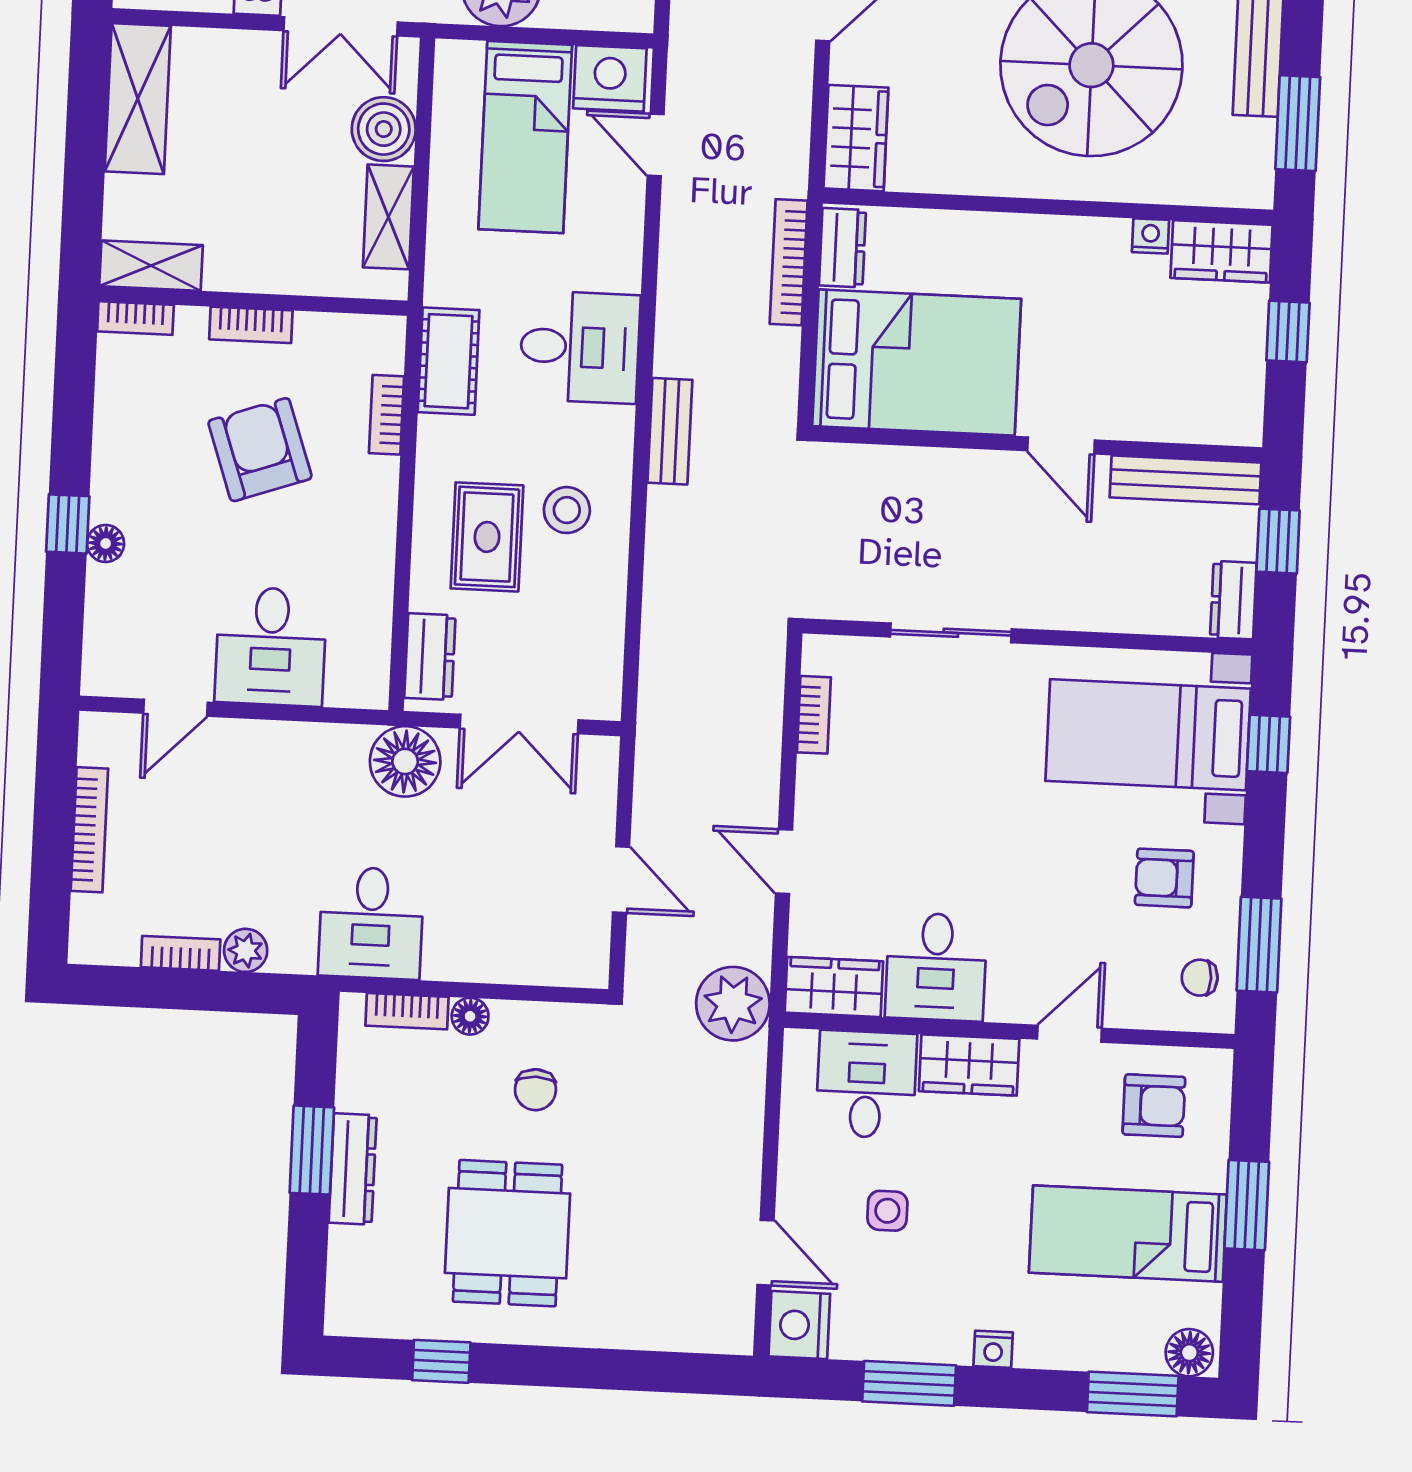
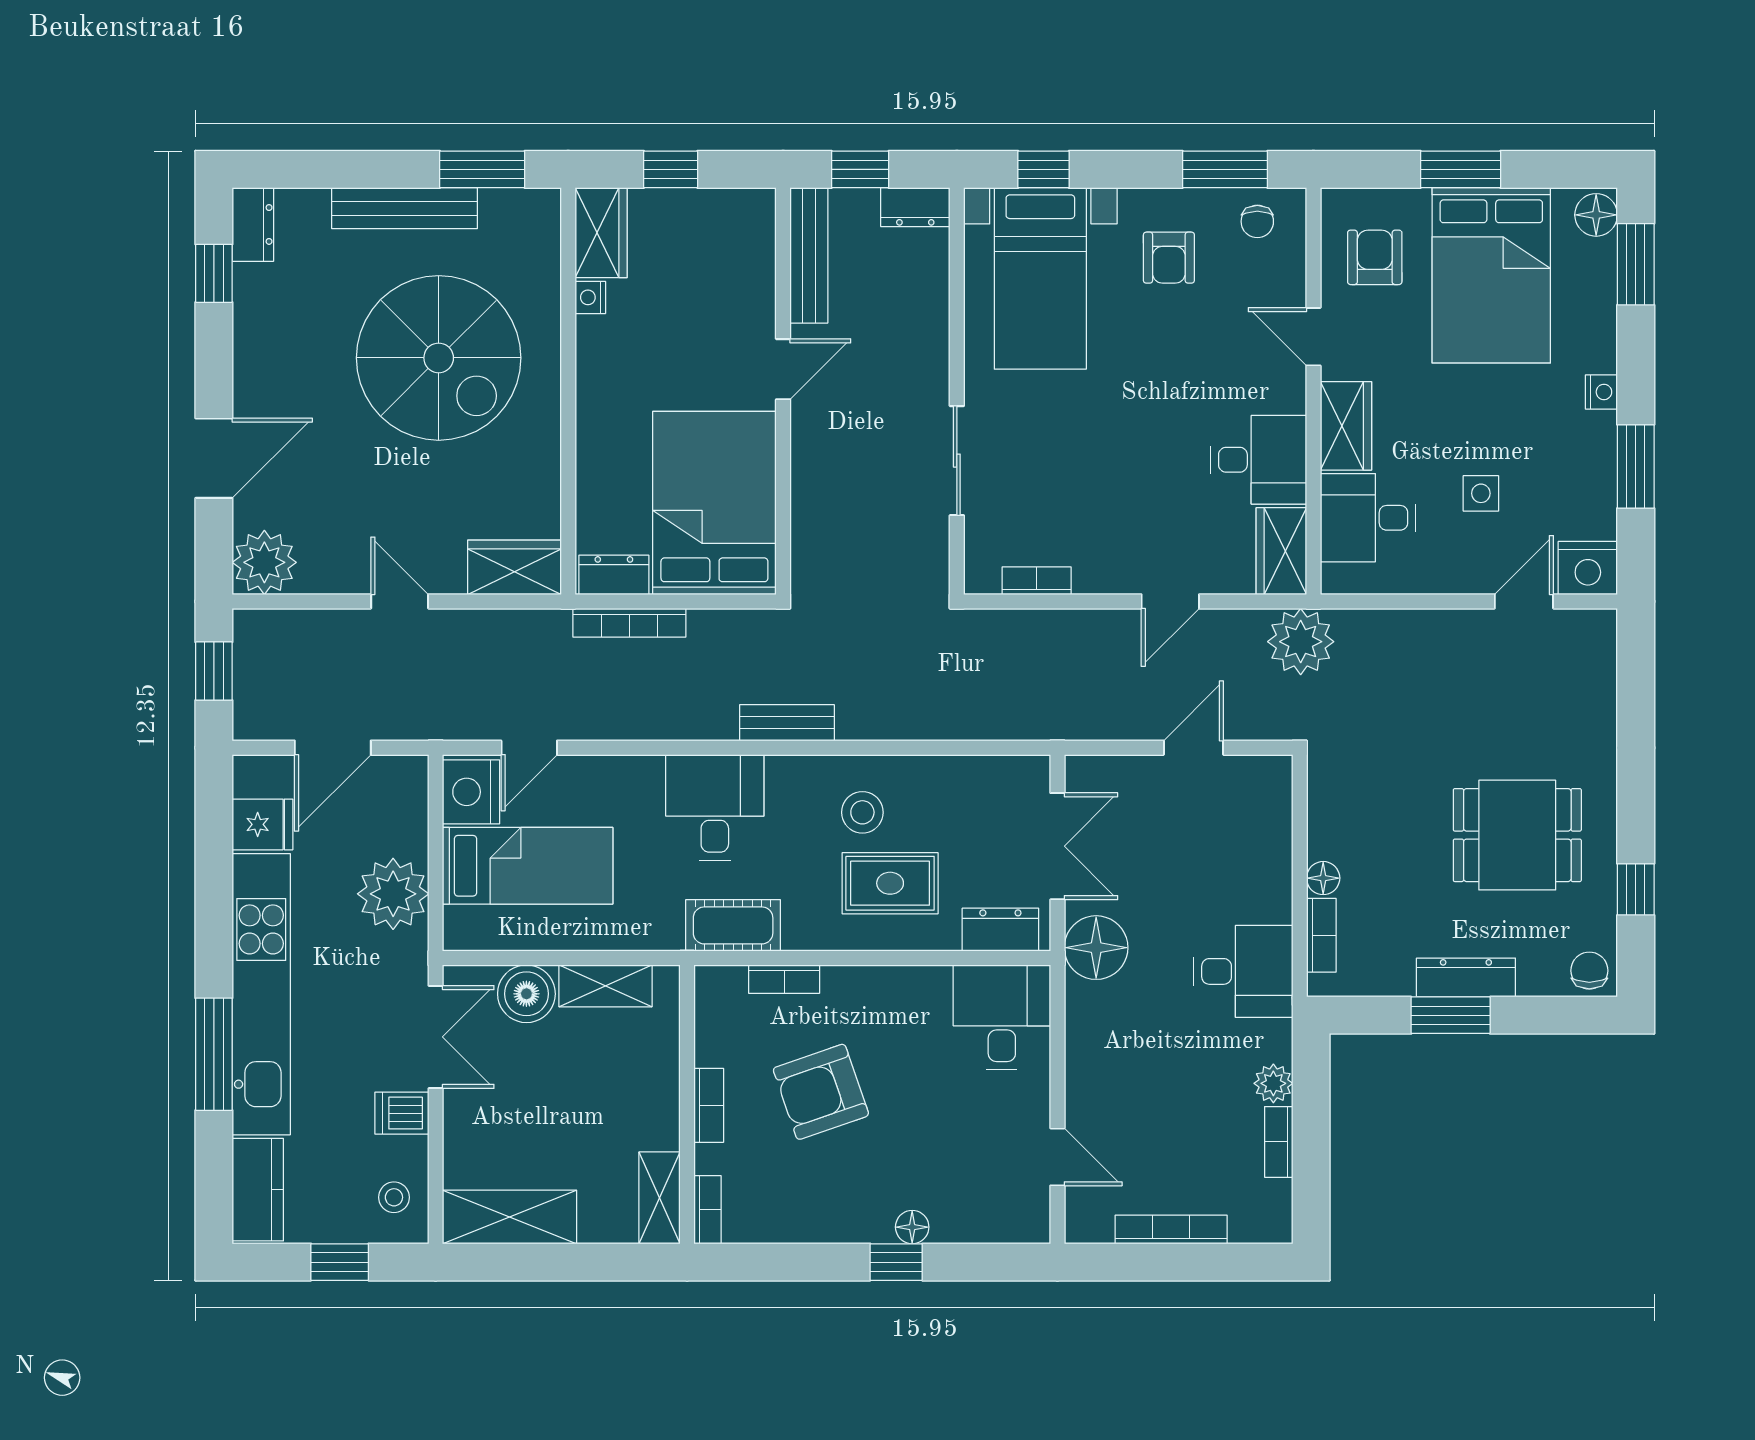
desk: (271, 646) -> (1002, 1017), moved, turned -90
chair: (535, 1090) -> (1589, 971), moved, turned -90
bed: (1128, 1234) -> (1491, 275), width x1.50

